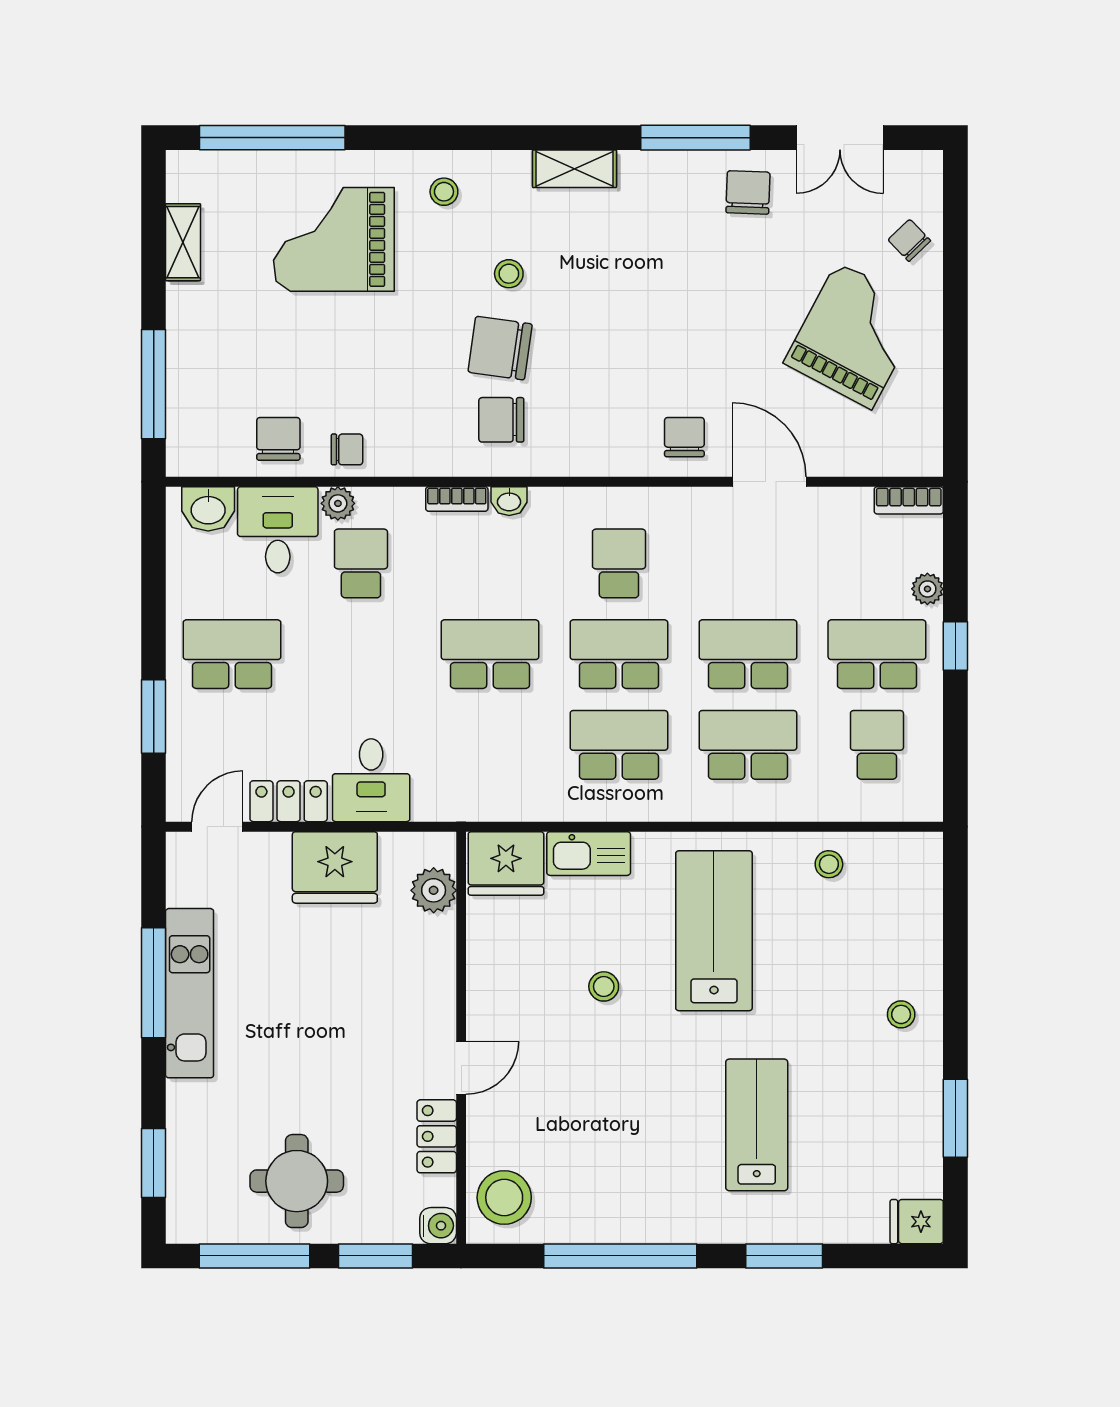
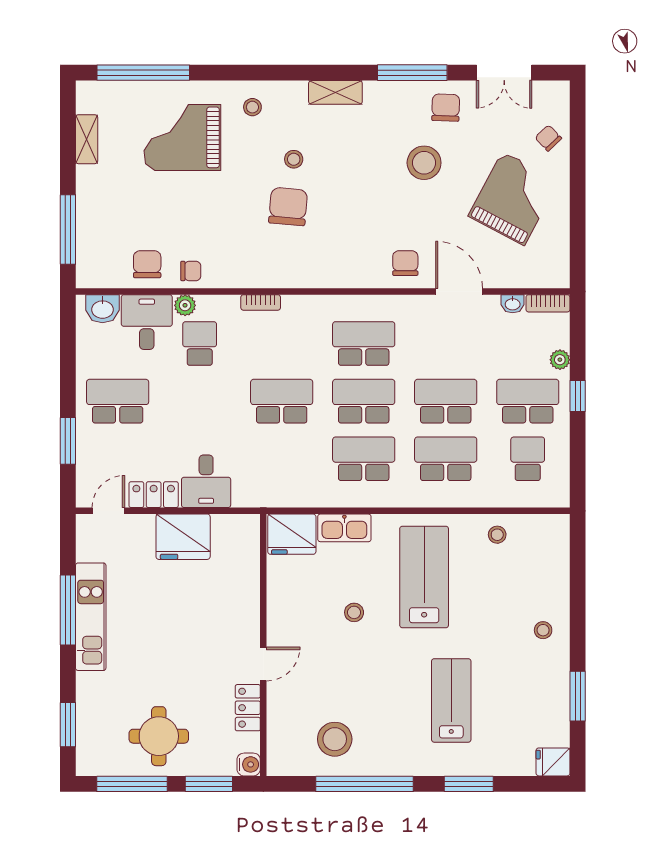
stool: (714, 279) -> (424, 163), added
chair: (500, 348) -> (288, 207), turned 87
chair: (501, 420) -> (289, 252), removed
washbasin: (509, 501) -> (513, 304), moved
school desk: (619, 563) -> (364, 343), width x1.85
plant: (434, 890) -> (246, 551), removed
stool: (504, 1197) -> (335, 739), moved

